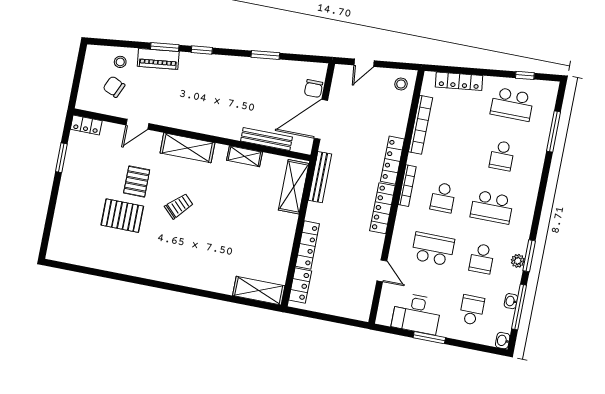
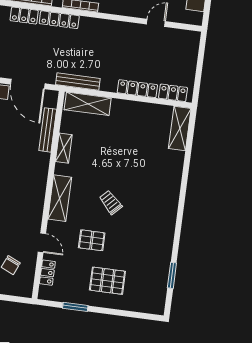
locker: (86, 125) -> (47, 273), moved
locker: (382, 208) -> (24, 15), moved, width x0.66
pallet: (122, 216) -> (107, 281), moved, turned 90
window: (91, 271) -> (172, 275), added

